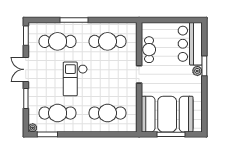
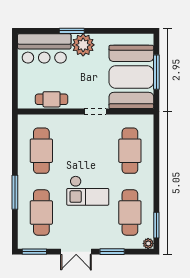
plant: (197, 71) -> (83, 45), width x1.87, depth x1.87
doorway: (139, 74) -> (95, 112), moved

